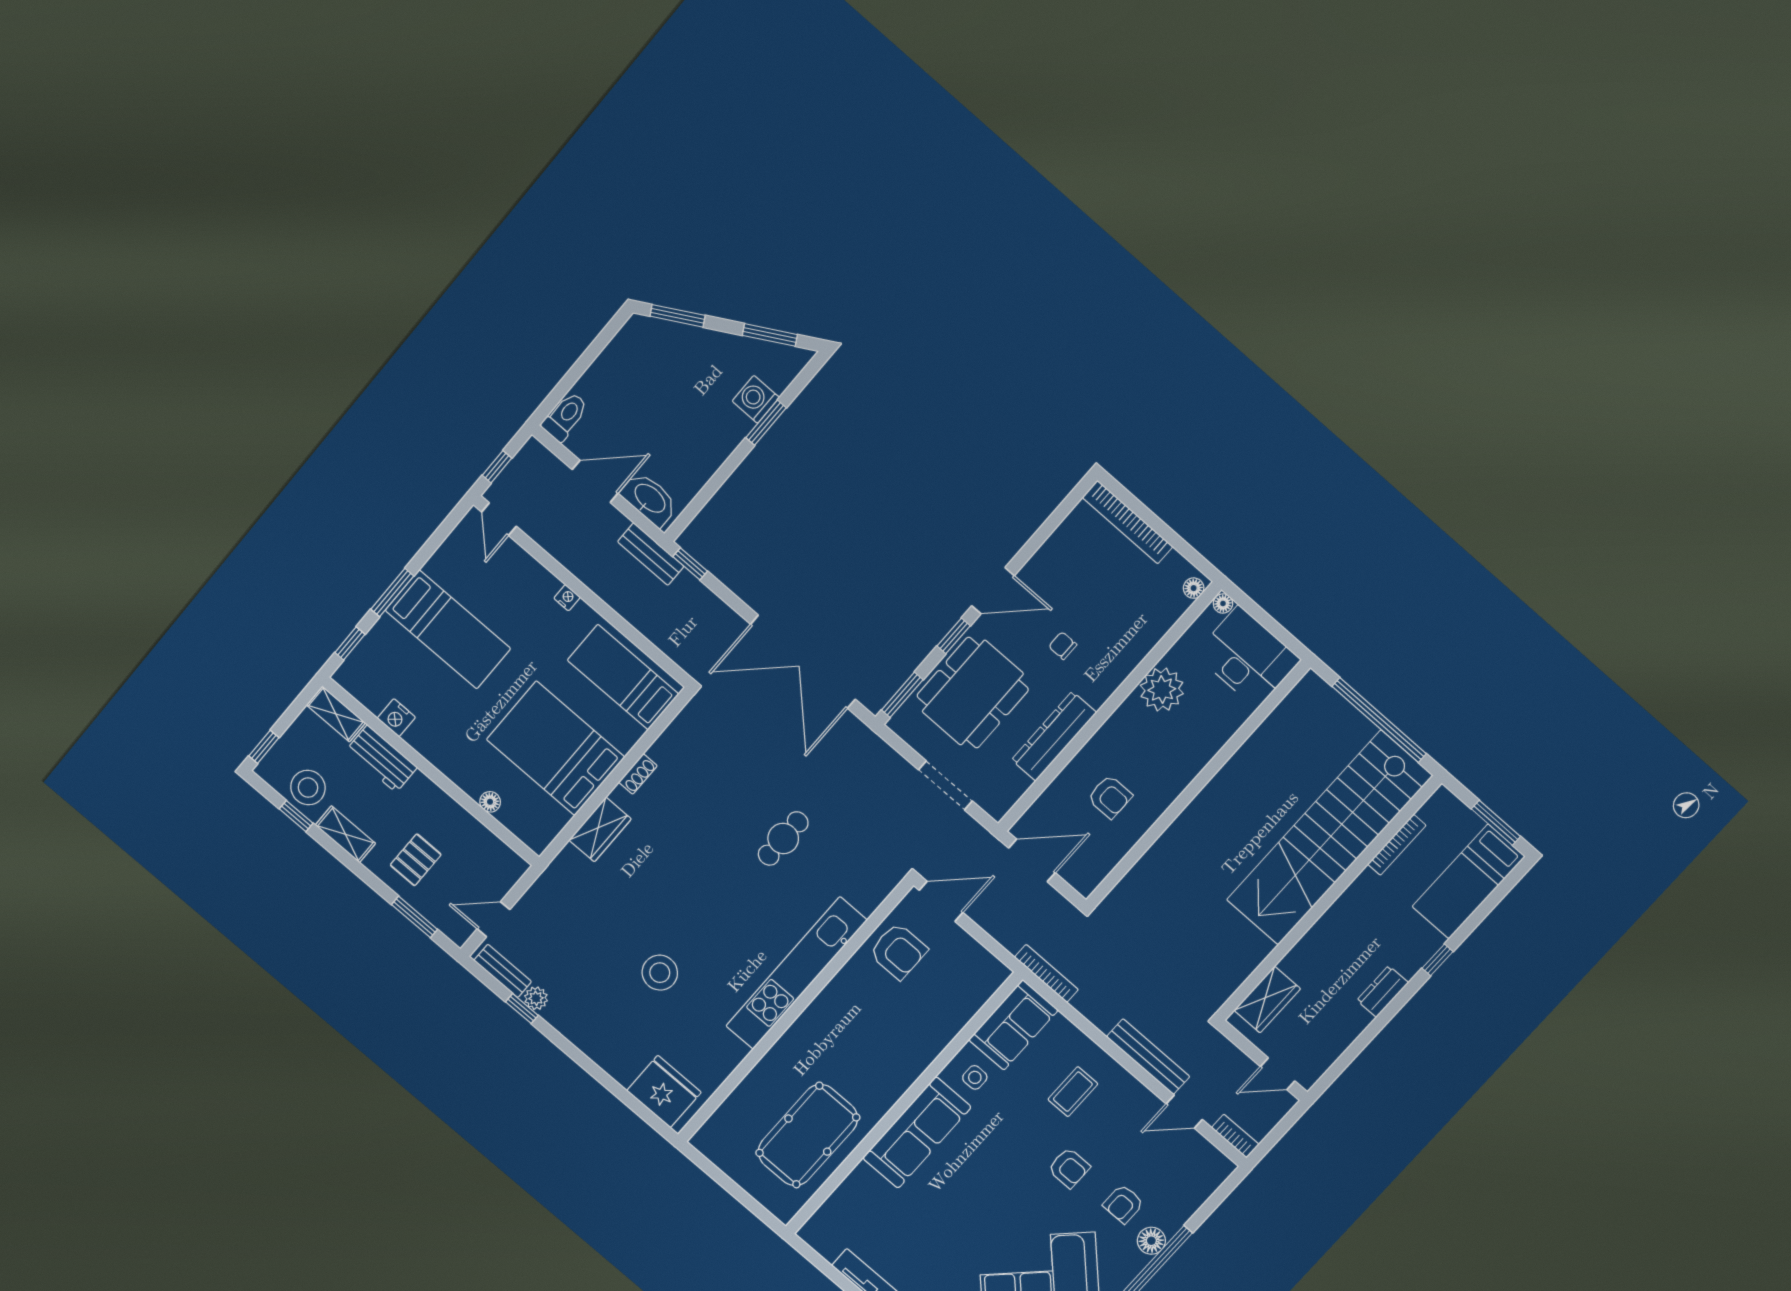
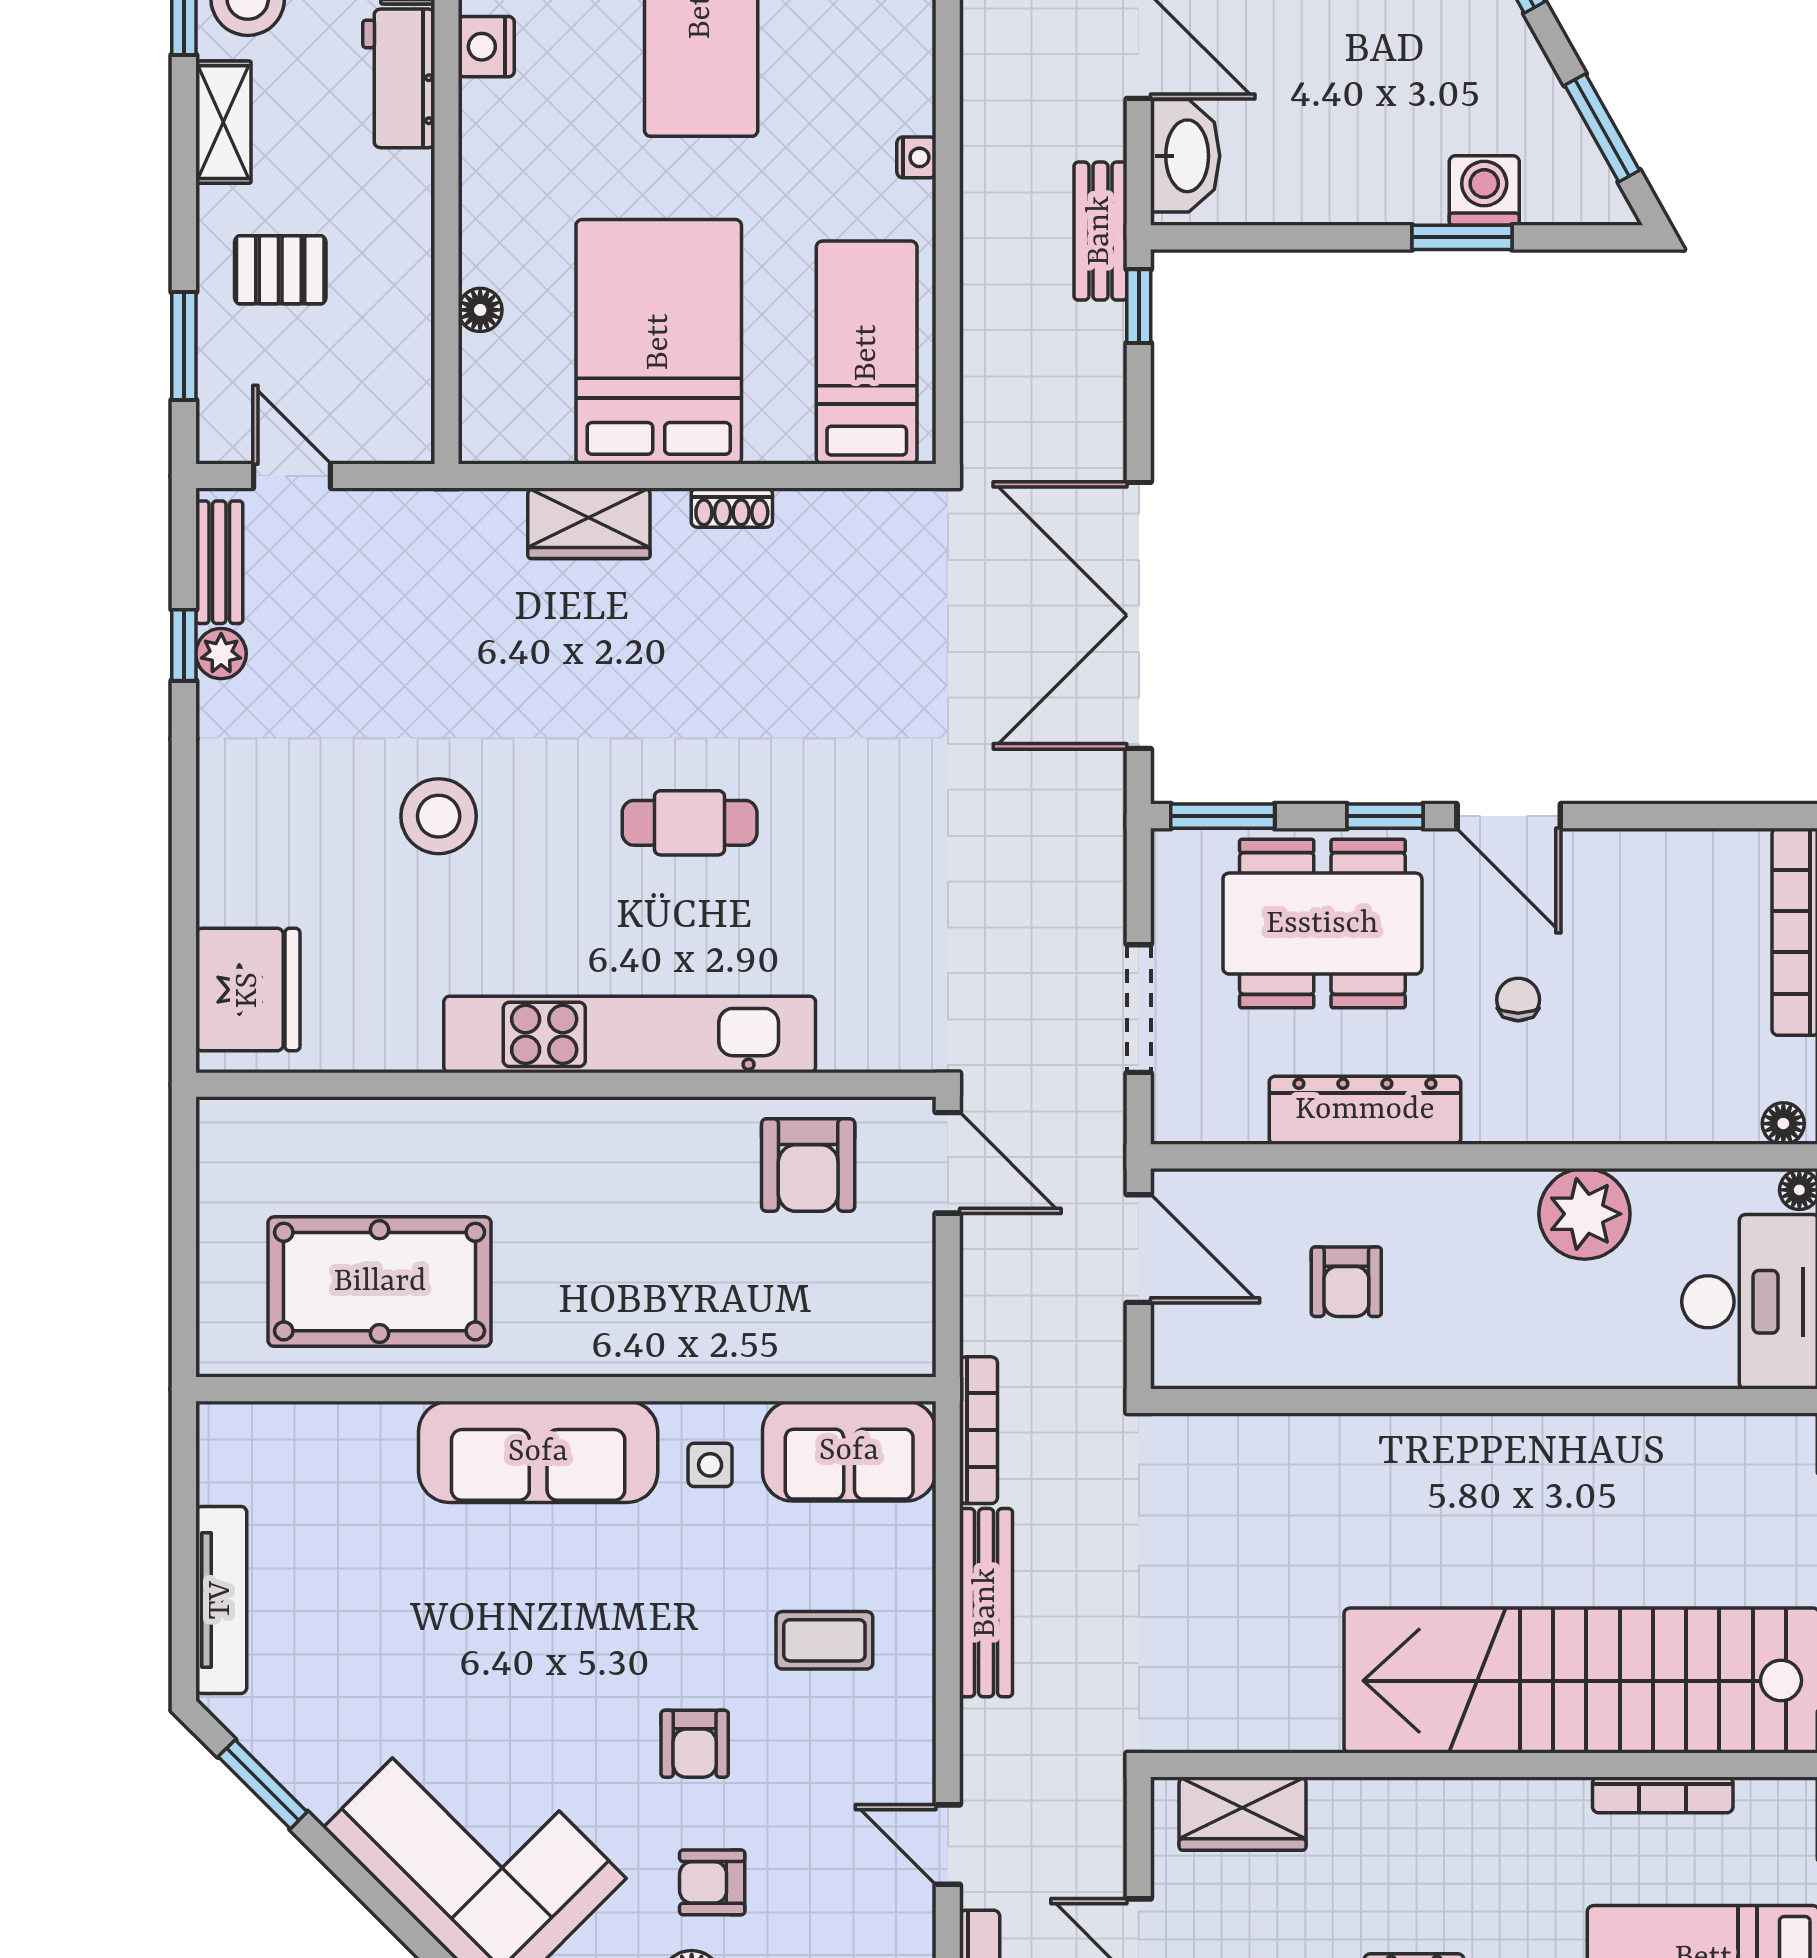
cafe table: (783, 838) -> (690, 823), moved
bench: (1148, 1057) -> (986, 1603), moved

